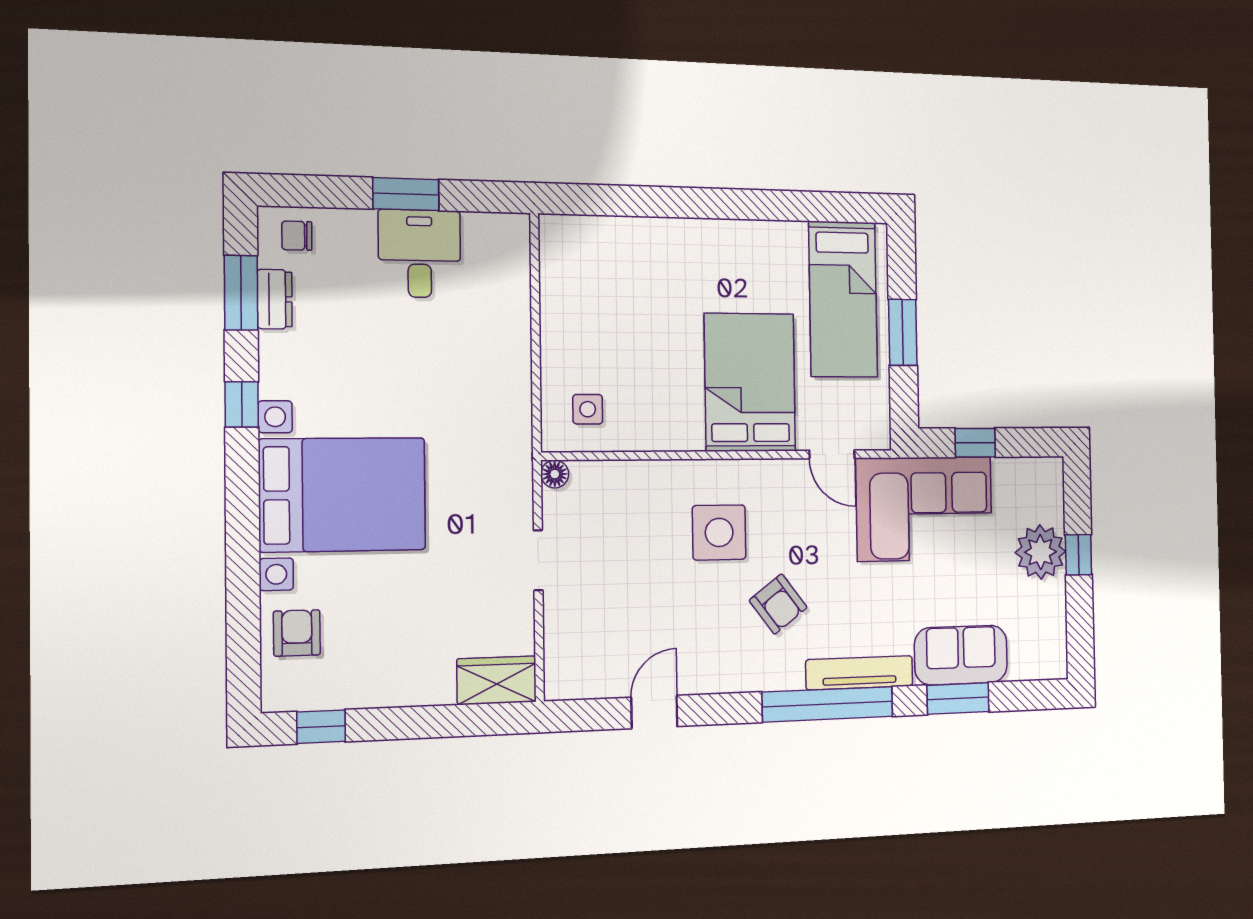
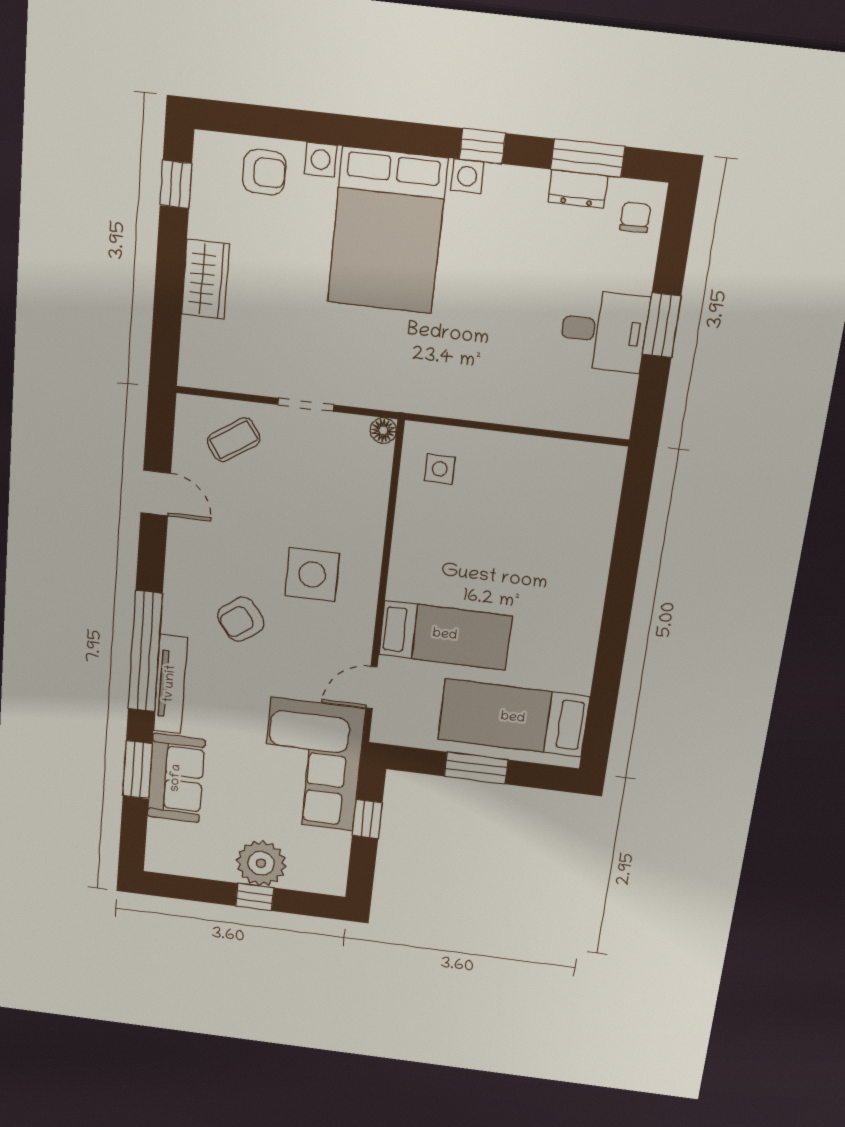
bed: (750, 382) -> (445, 635), width x0.67
coffee table: (586, 634) -> (234, 440), added
wardrobe: (497, 680) -> (206, 279), moved

